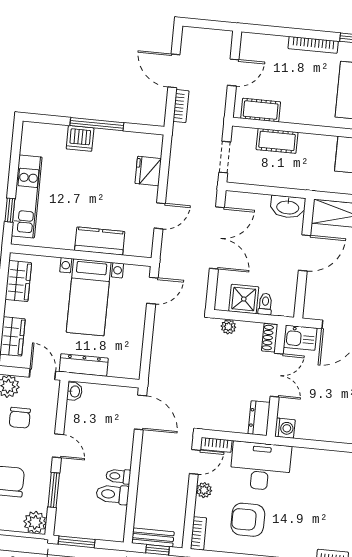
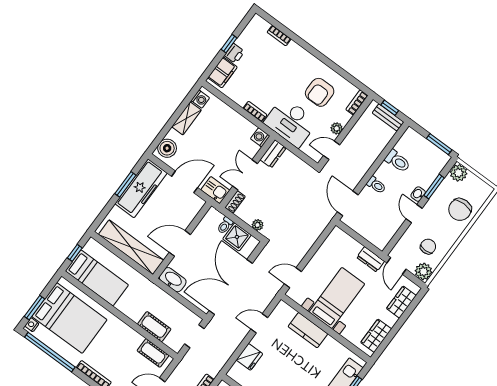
double door: (217, 238) -> (231, 287), width x1.36
dresser: (84, 365) -> (371, 259), width x0.70
washbasin: (74, 391) -> (418, 194), moved
bookcase: (216, 445) -> (255, 112), moved
toilet: (118, 476) -> (376, 185), moved
armchair: (248, 520) -> (320, 92), turned 90

